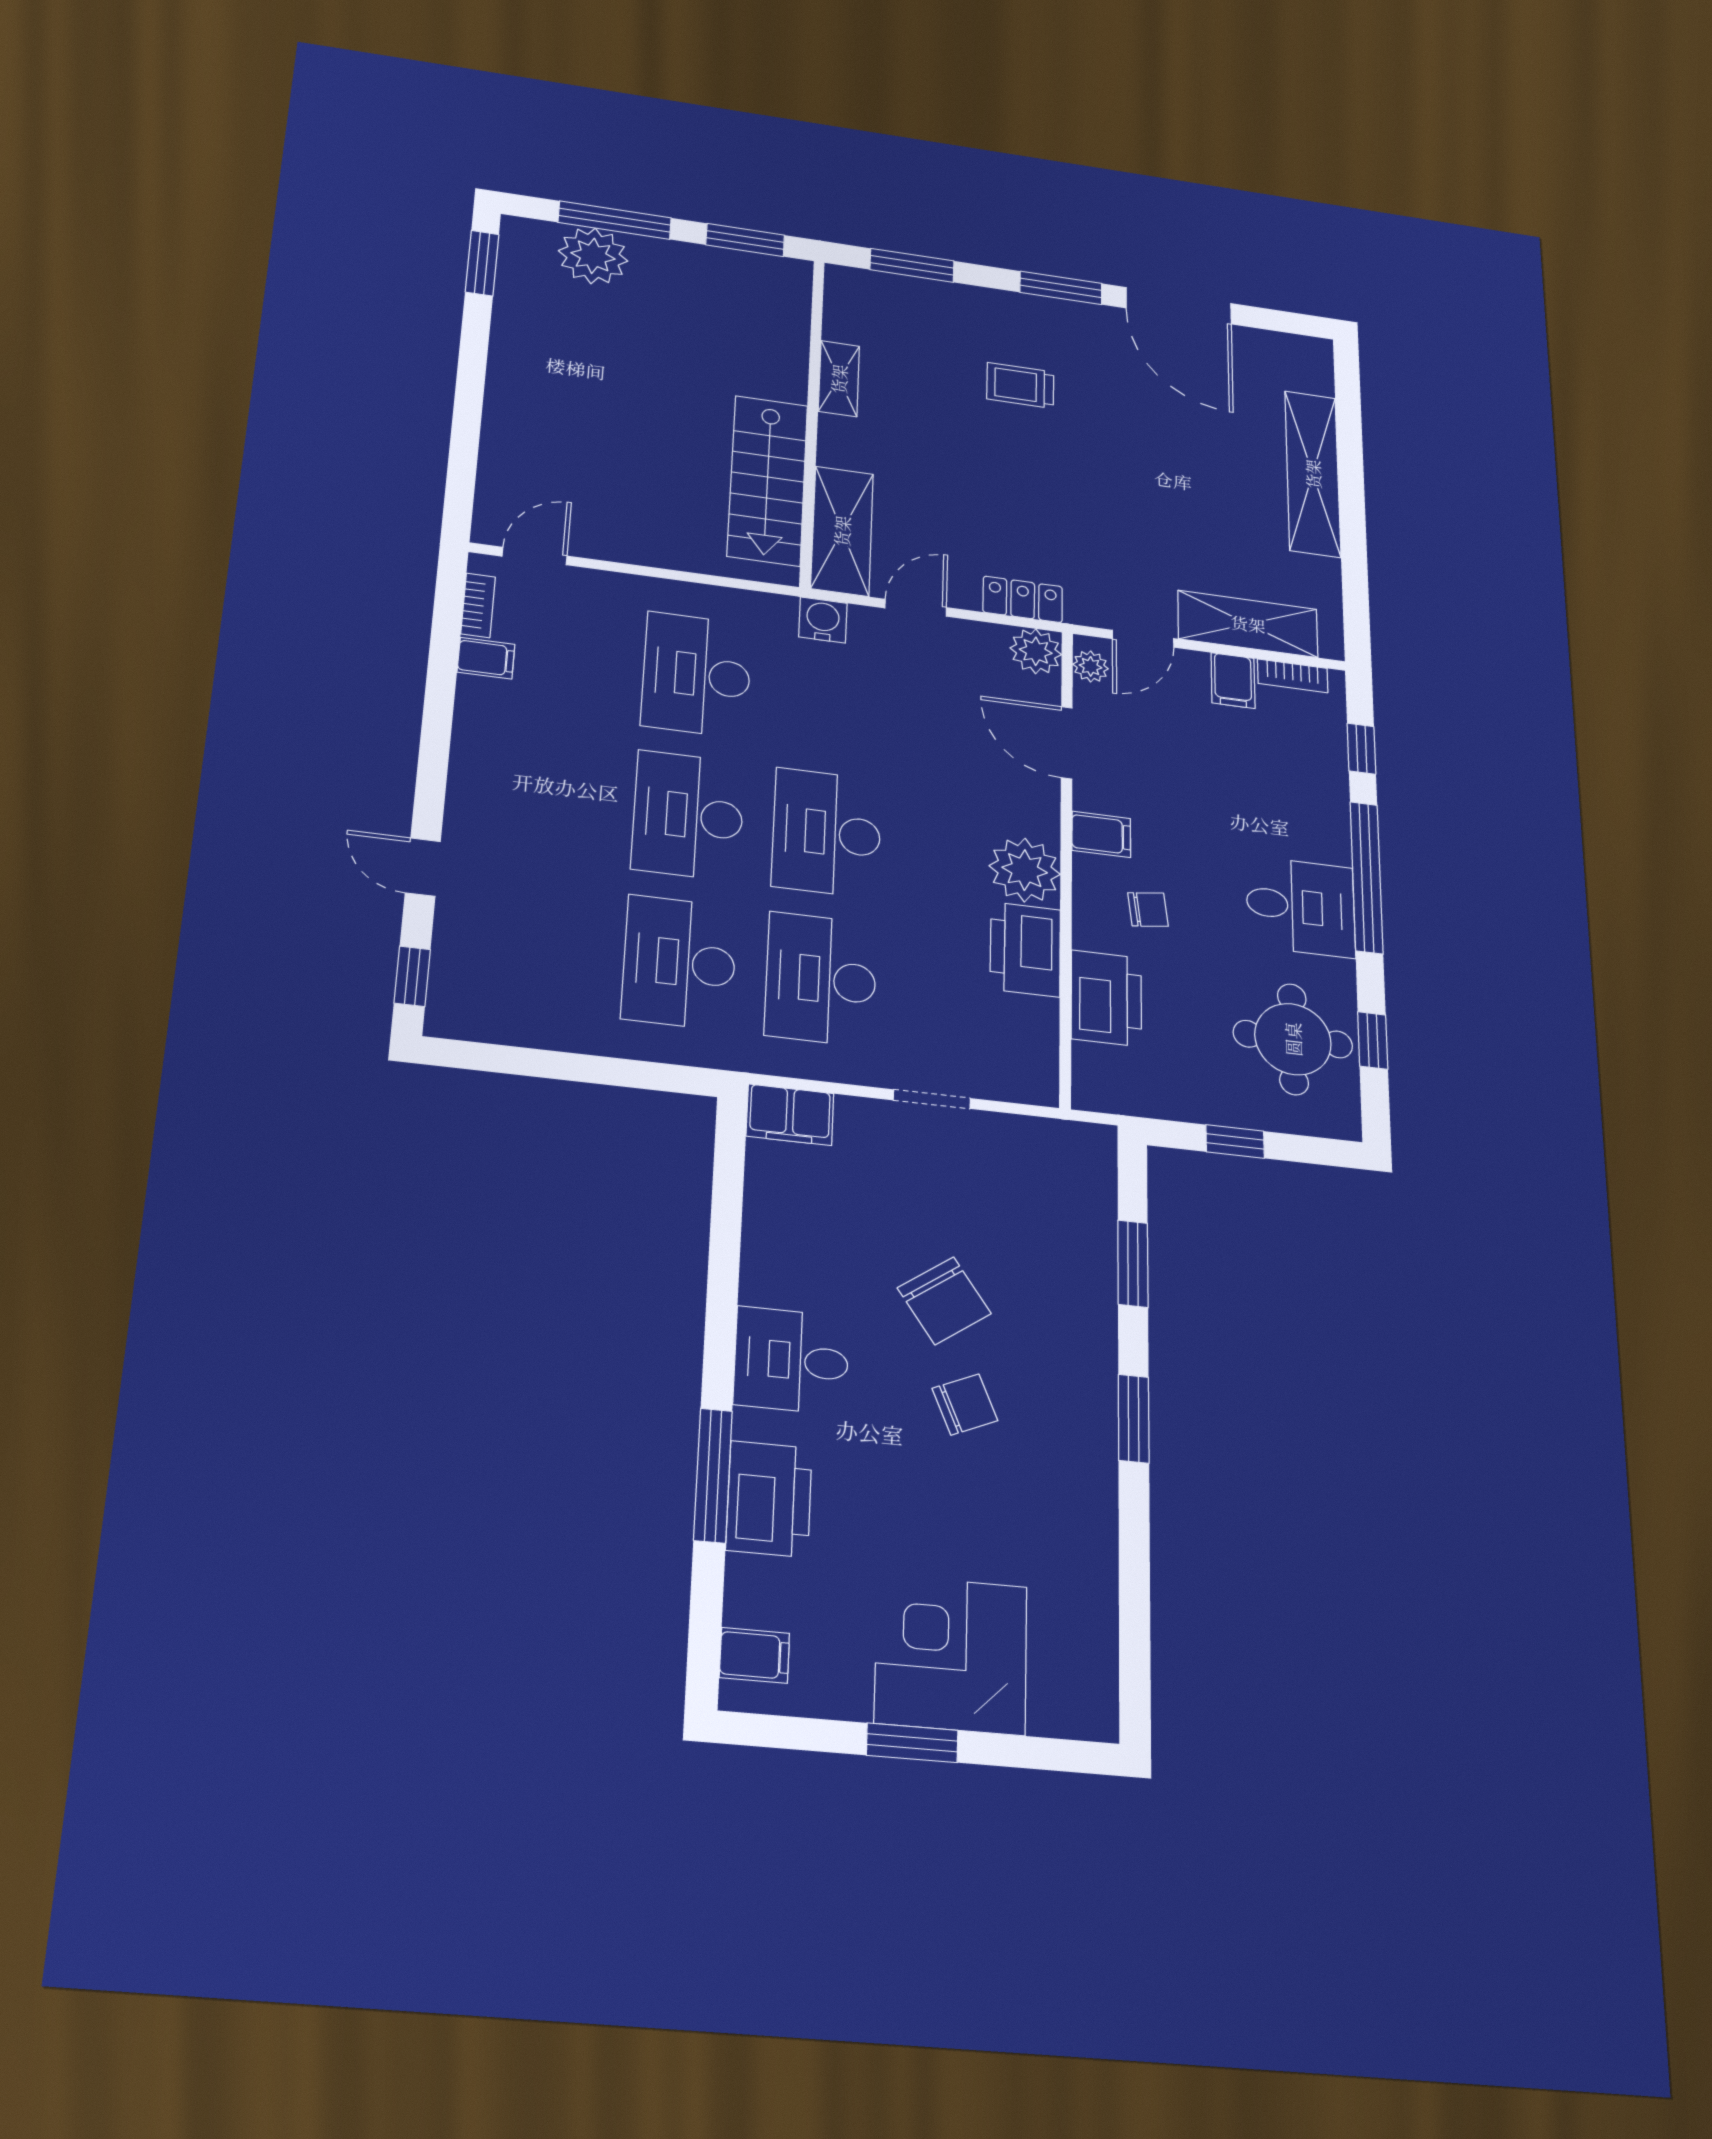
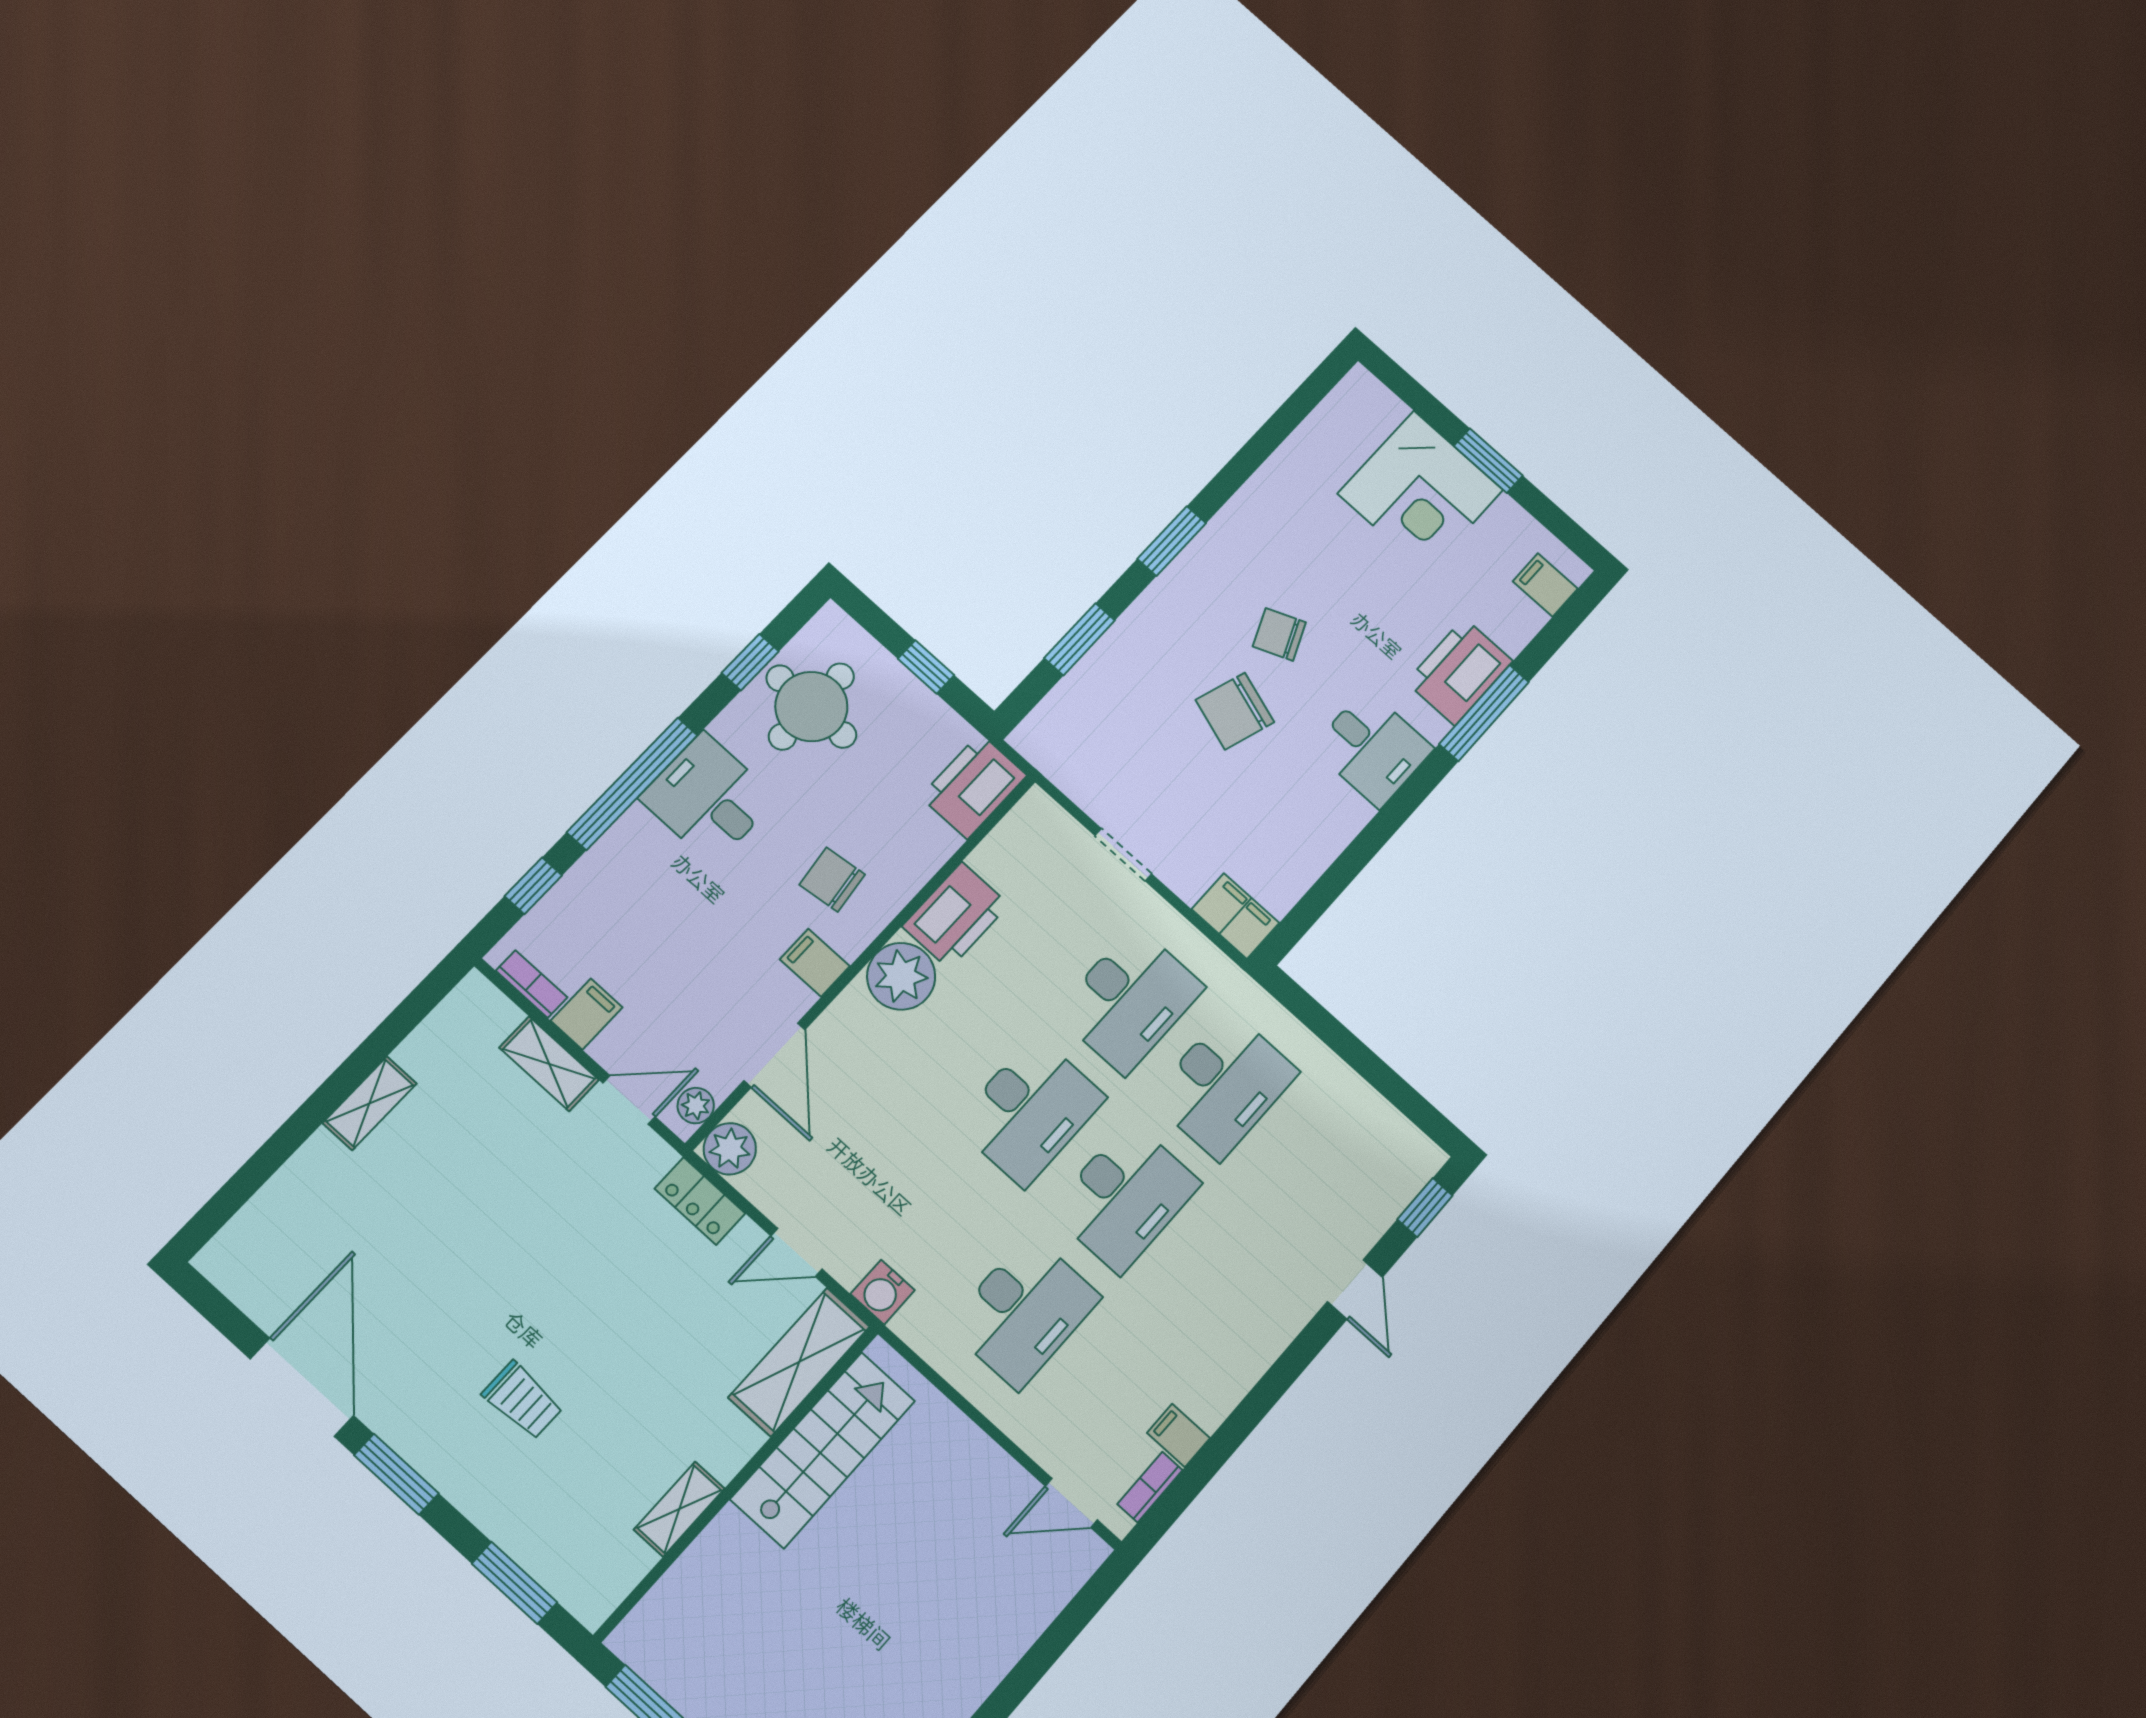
shelving: (1313, 474) -> (370, 1103), width x0.45, depth x0.75
shelving: (1248, 624) -> (549, 1064), width x0.67, depth x0.75
chair: (1148, 909) -> (832, 880), width x1.37, depth x1.37
printer: (1106, 998) -> (974, 786), moved
chair: (944, 1301) -> (1235, 711), turned -127

